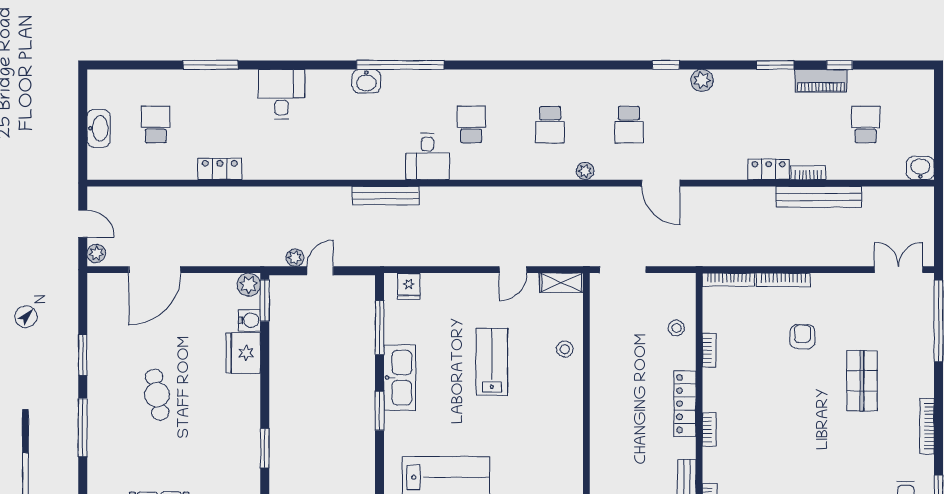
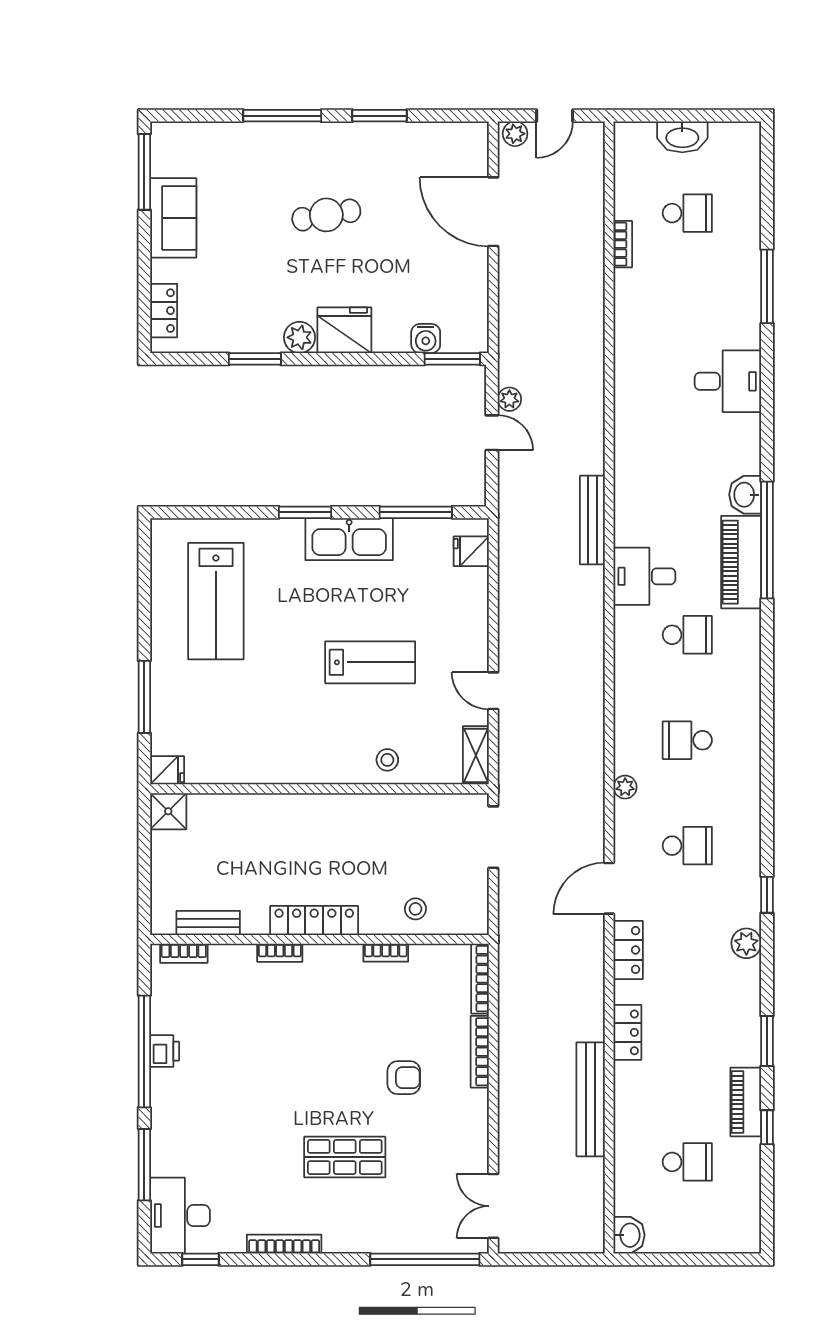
piano: (417, 84) -> (741, 562), added
school desk: (629, 125) -> (687, 846), turned 180
locker: (220, 169) -> (628, 950), moved
bookcase: (808, 173) -> (623, 244), moved
double door: (899, 270) -> (493, 1206), swing flipped
plant: (249, 285) -> (300, 337), moved
fridge: (243, 353) -> (344, 330), moved

